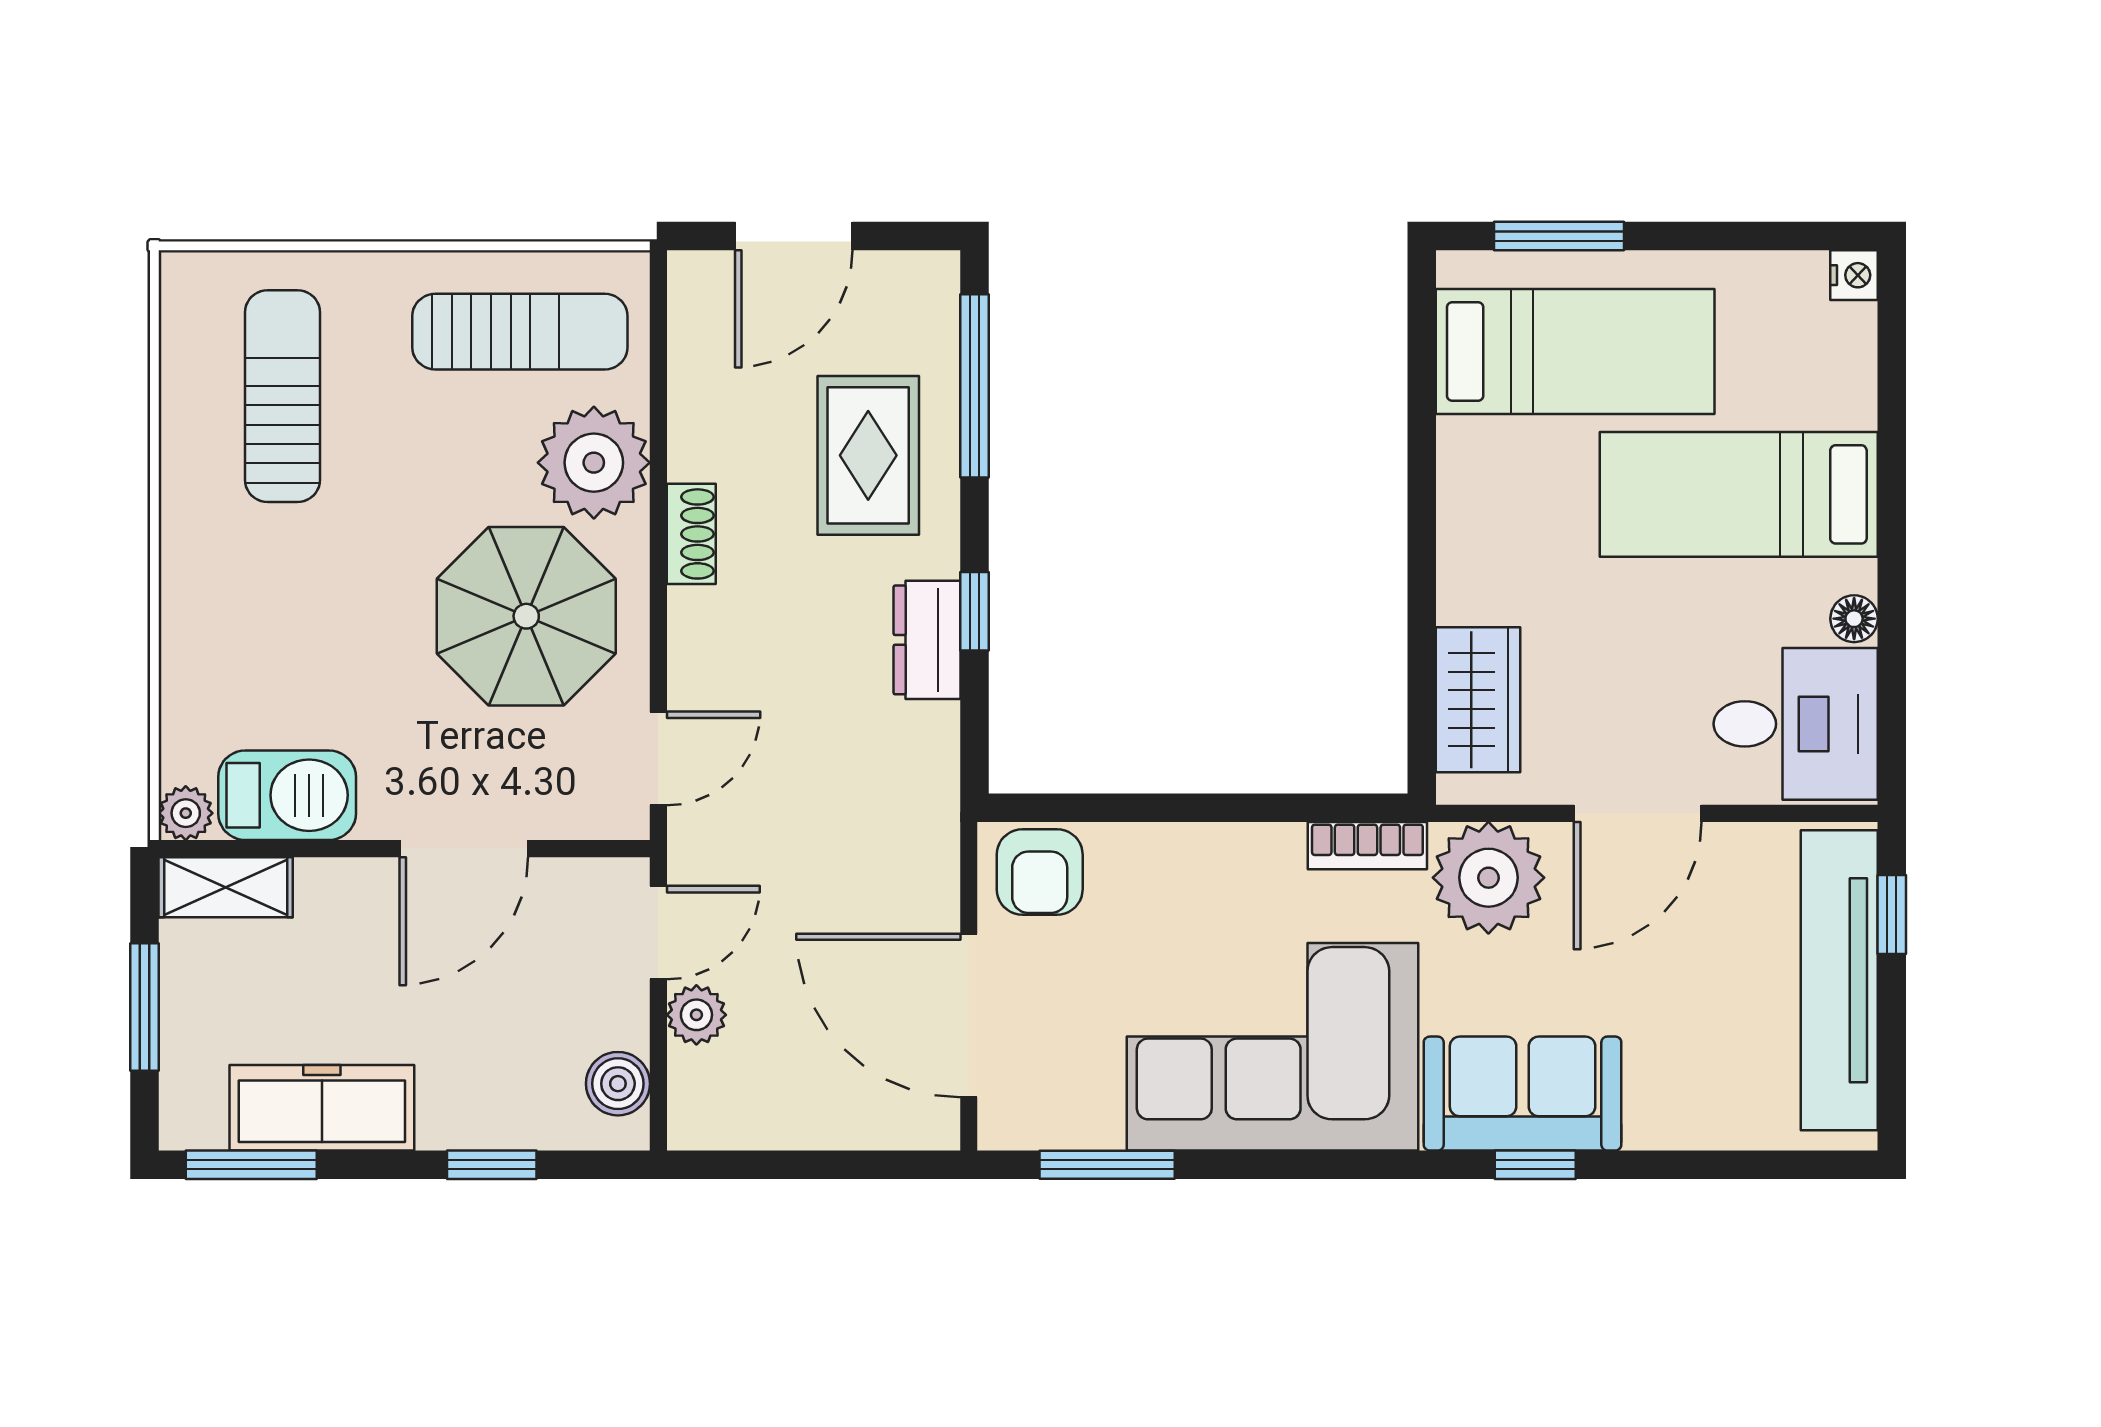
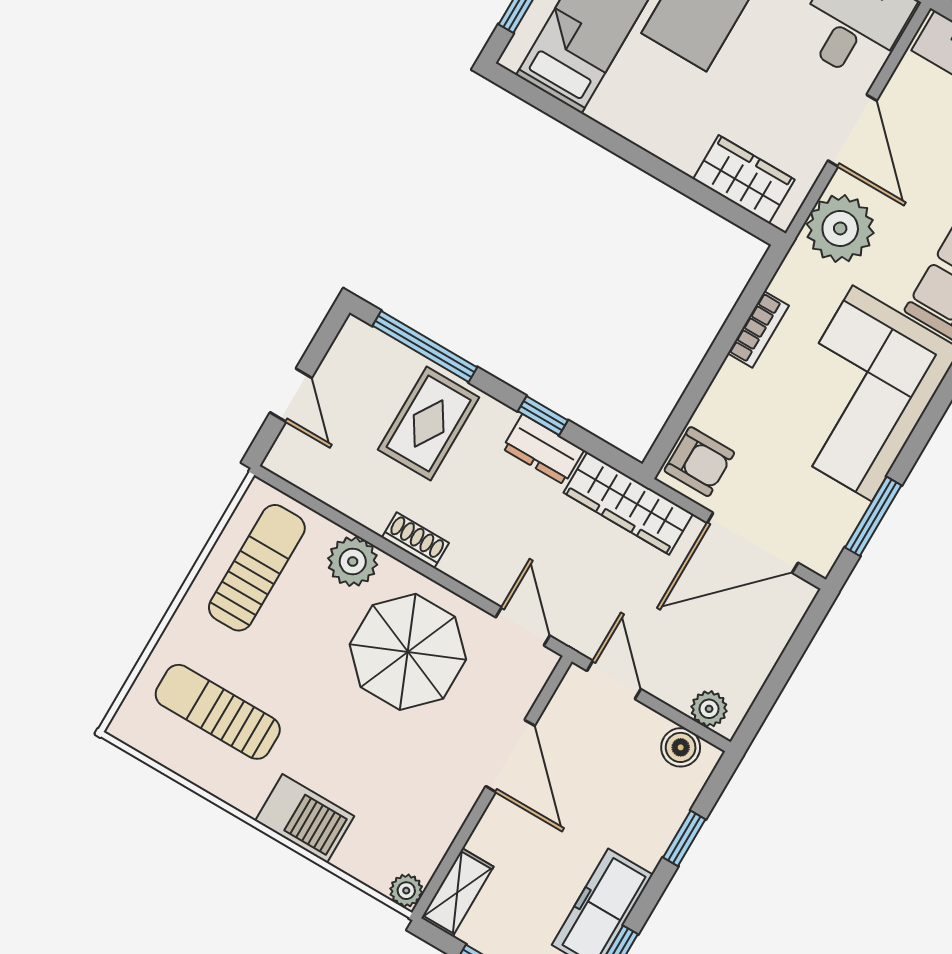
door: (794, 236) -> (291, 395), width x0.73
rug: (868, 455) -> (429, 423), turned 90
plant: (594, 463) -> (353, 562), width x0.73, depth x0.73
barbecue: (287, 795) -> (305, 818), moved, turned 90
wardrobe: (921, 806) -> (628, 503), added
bookcase: (1367, 846) -> (758, 329), moved
plant: (696, 1015) -> (709, 709), moved

